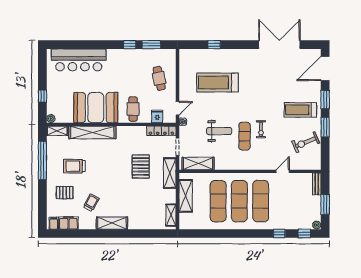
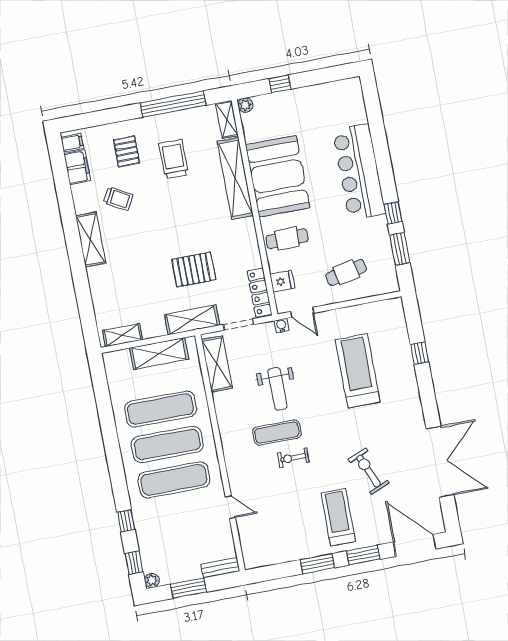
bar counter: (79, 60) -> (359, 172), moved
exercise bike: (306, 142) -> (369, 471), moved

